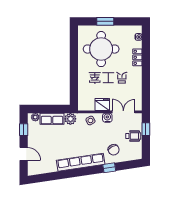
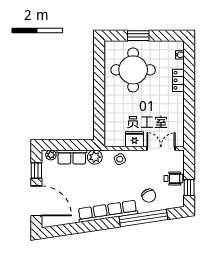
water cooler: (107, 118) -> (141, 156), removed
window: (146, 129) -> (189, 188), moved
door: (24, 154) -> (36, 201), width x1.87
window: (109, 168) -> (143, 218), width x3.17

